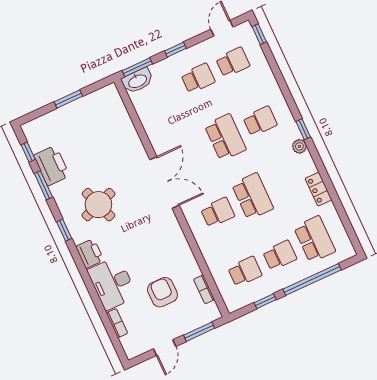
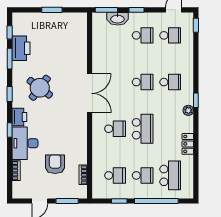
washbasin: (137, 81) -> (117, 19), moved
school desk: (225, 137) -> (143, 82), width x0.54
round table: (98, 205) -> (40, 88), turned -33
window: (85, 275) -> (10, 130), added

